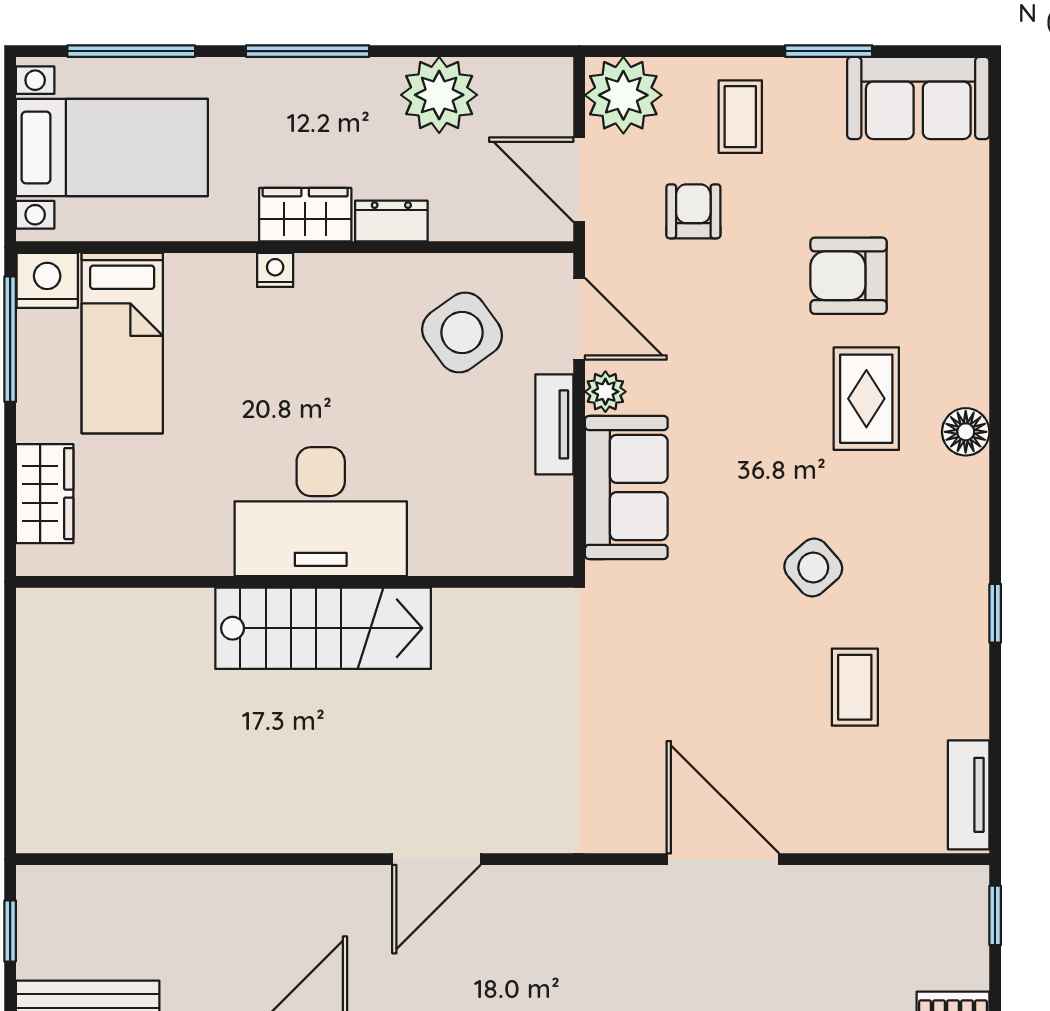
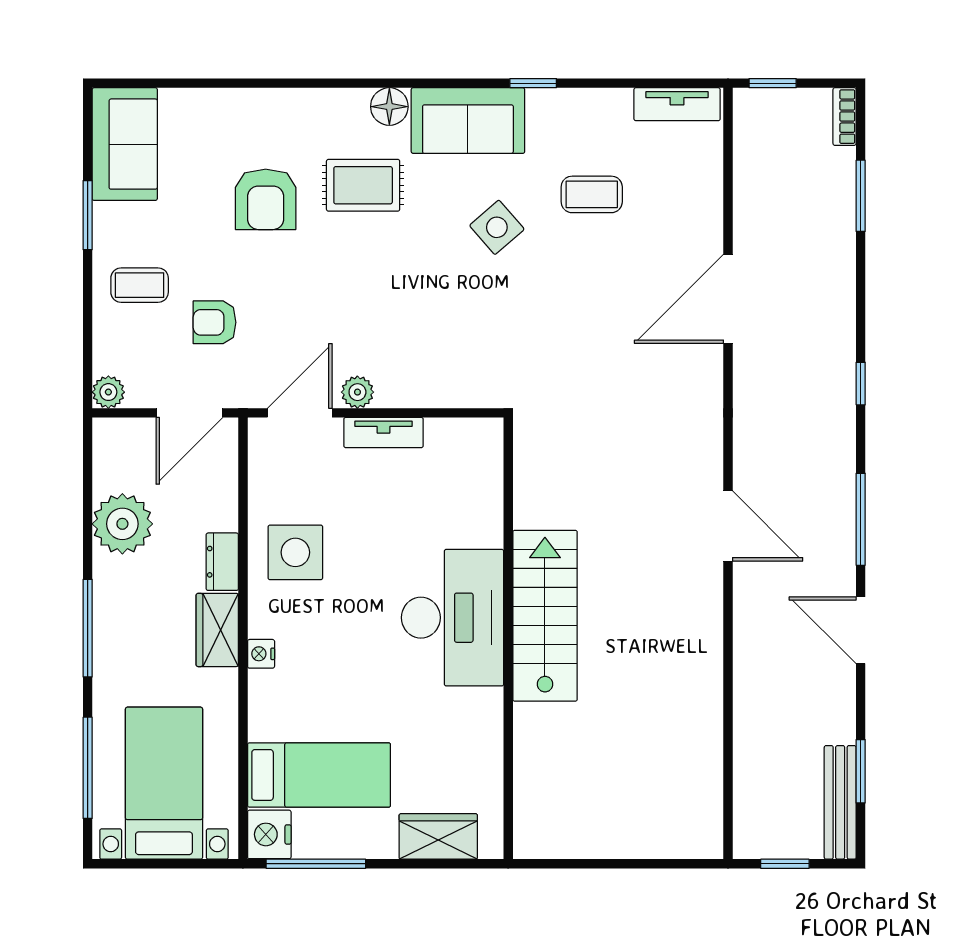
plant: (623, 95) -> (108, 392), width x0.53, depth x0.53
side table: (462, 332) -> (295, 552), moved, turned 36
sofa: (626, 487) -> (468, 121), moved, turned 180

